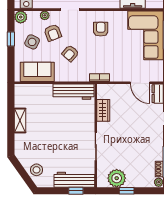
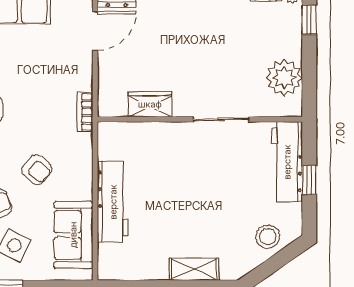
workbench: (73, 92) -> (113, 202), moved
shelving: (20, 121) -> (194, 269), moved
window: (76, 191) -> (309, 180), moved
window: (127, 191) -> (309, 20), moved

